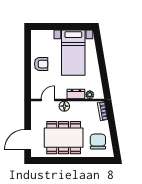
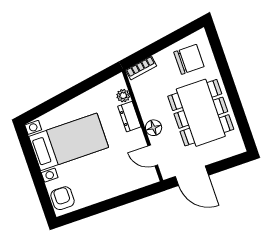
armchair: (41, 64) -> (62, 198), moved
door: (28, 140) -> (192, 176), moved
chair: (98, 142) -> (189, 59), turned 180

